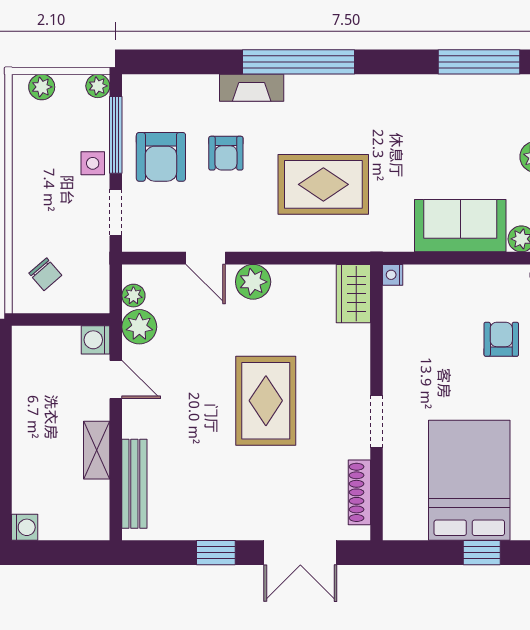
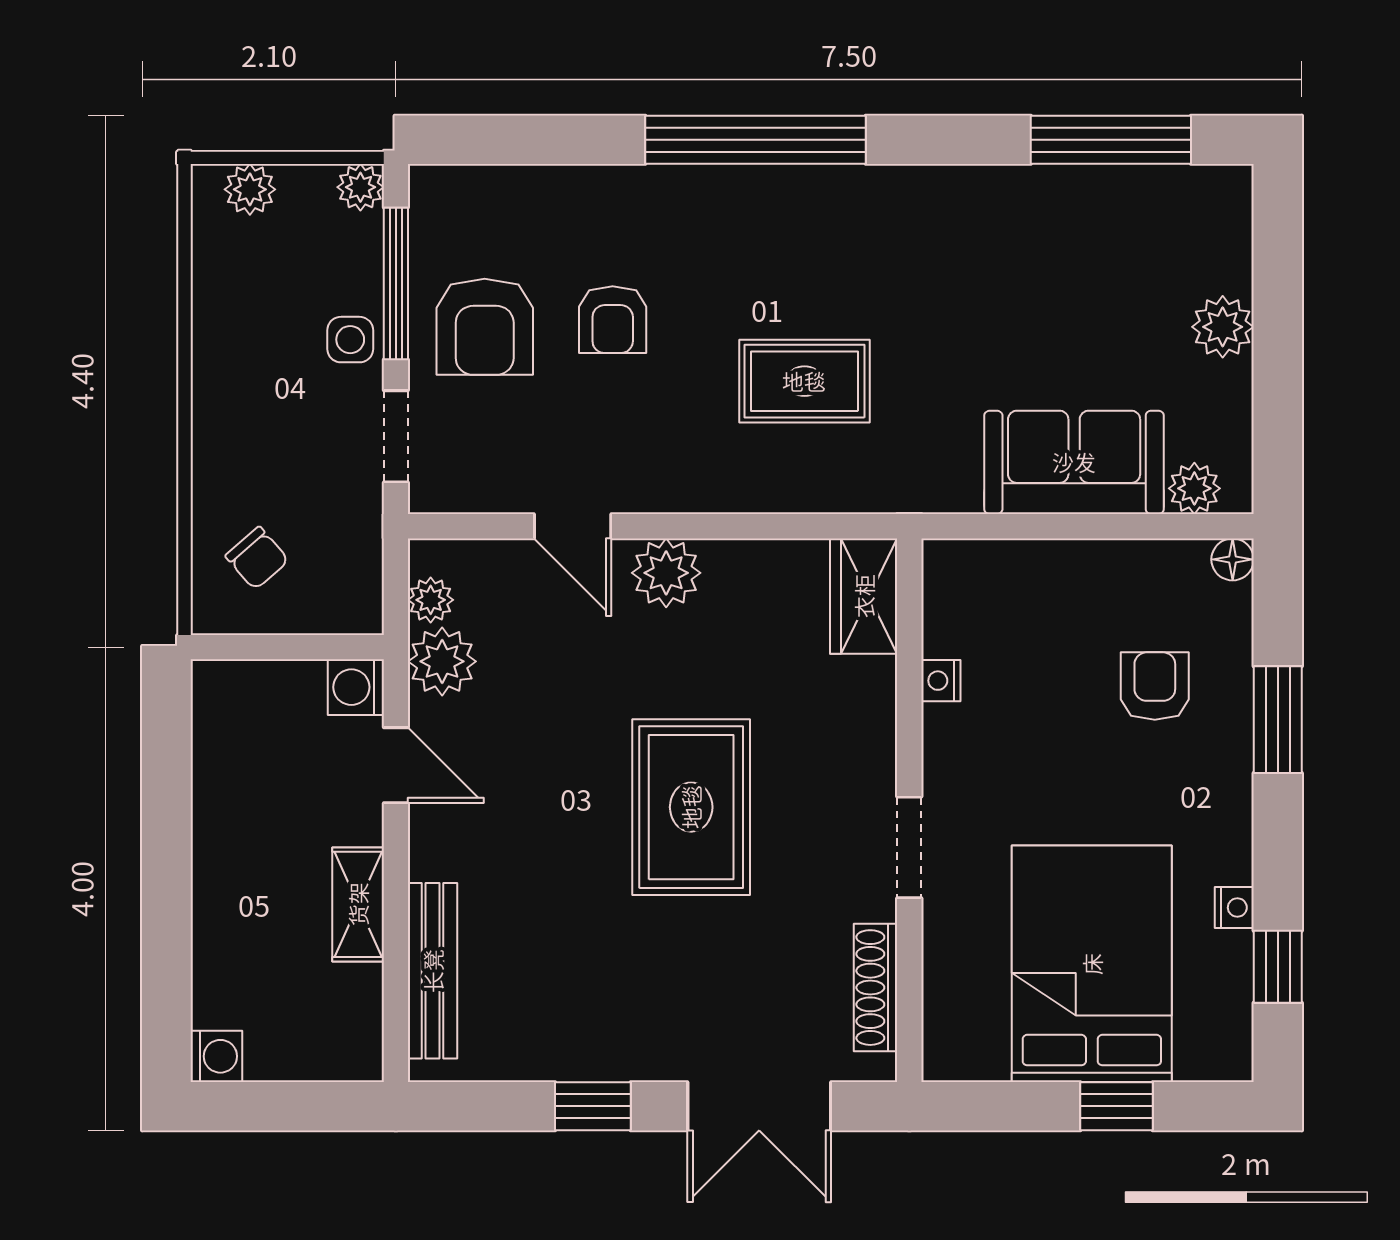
fireplace: (252, 88) -> (663, 191), removed
rug: (323, 184) -> (804, 381), width x0.73, depth x0.70
nightstand: (393, 275) -> (941, 681), moved

